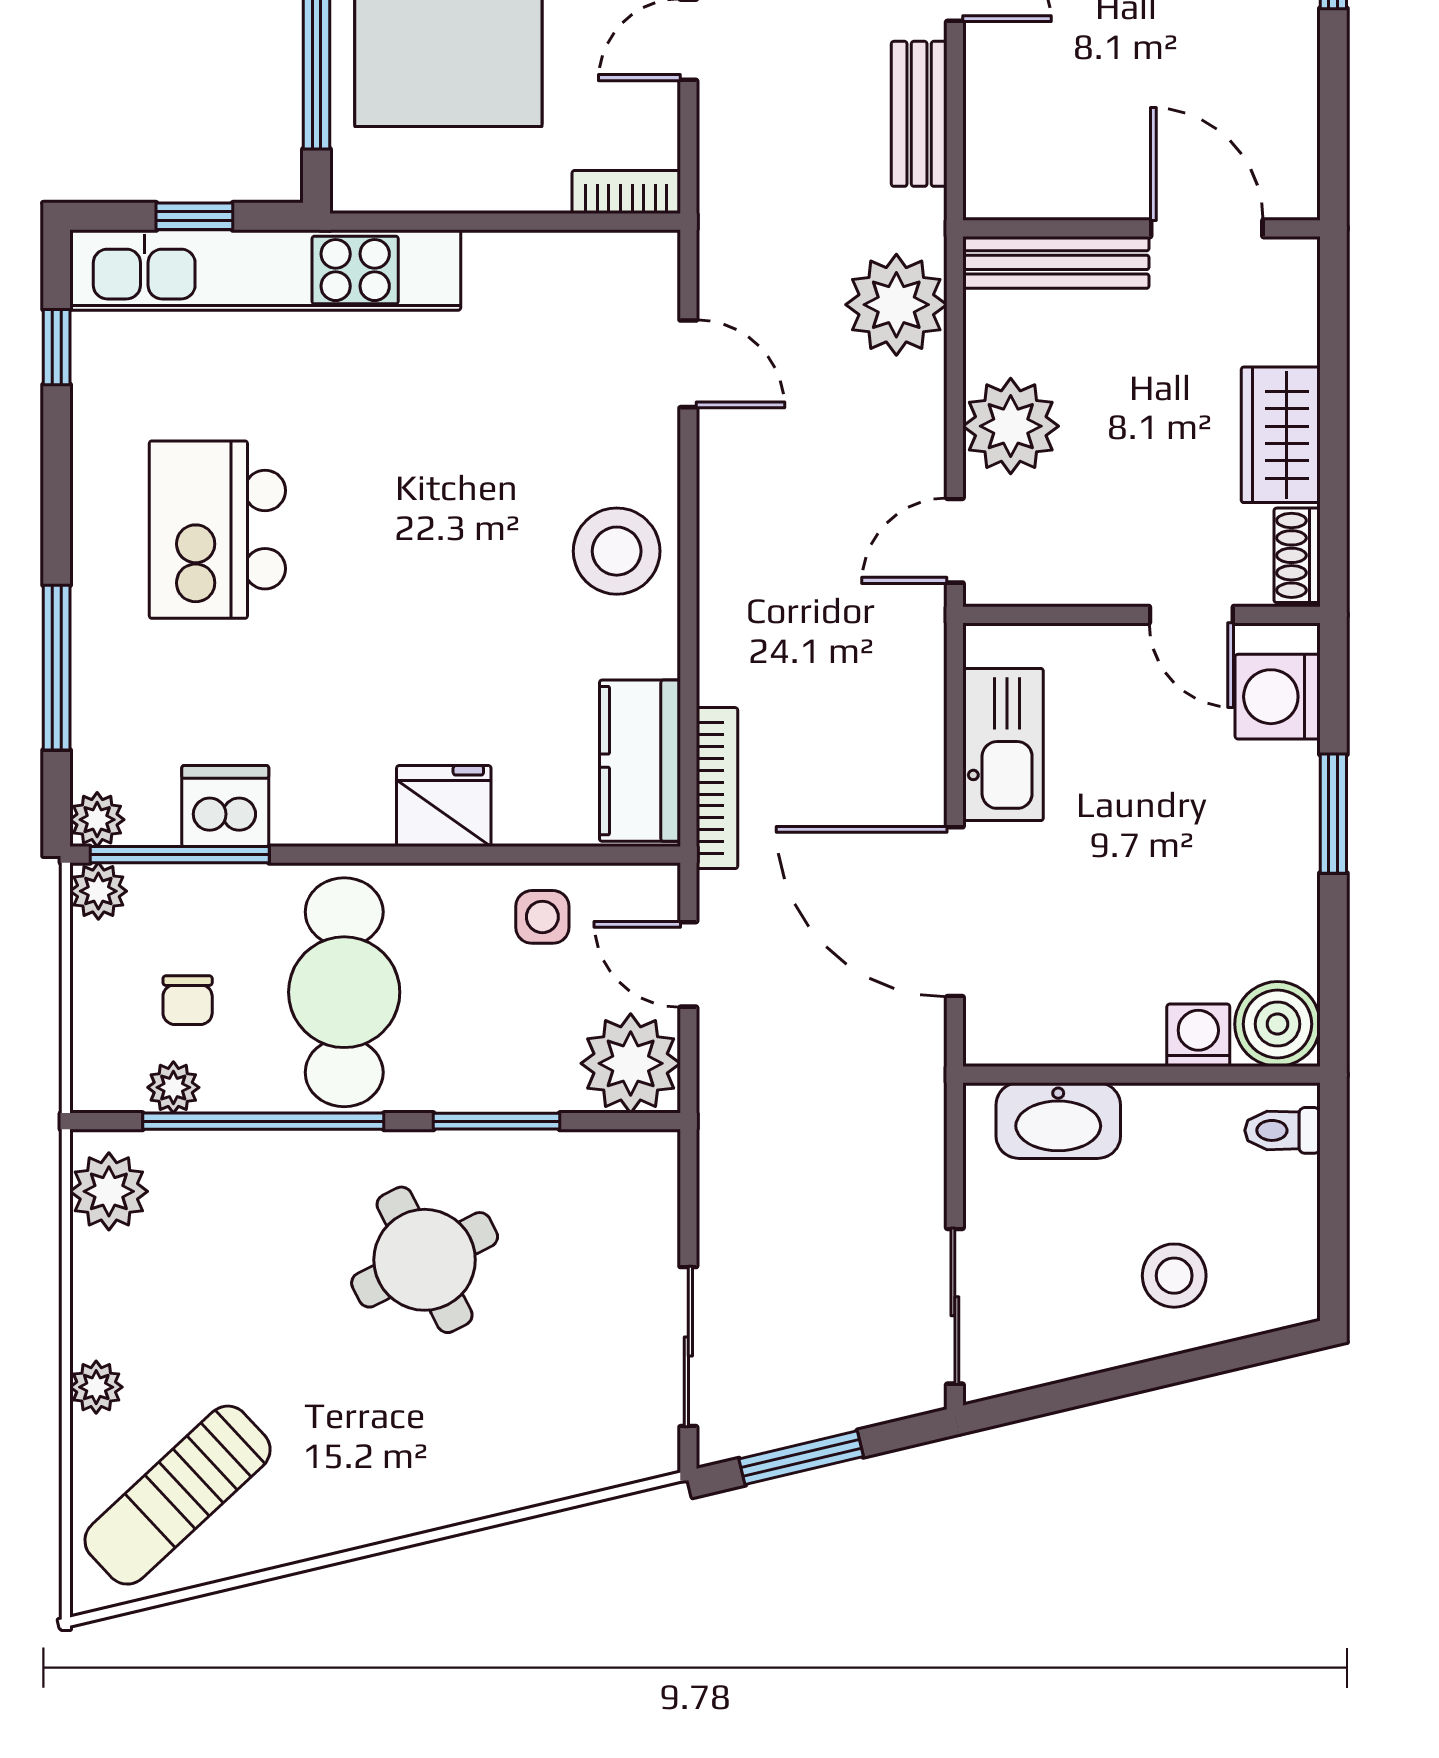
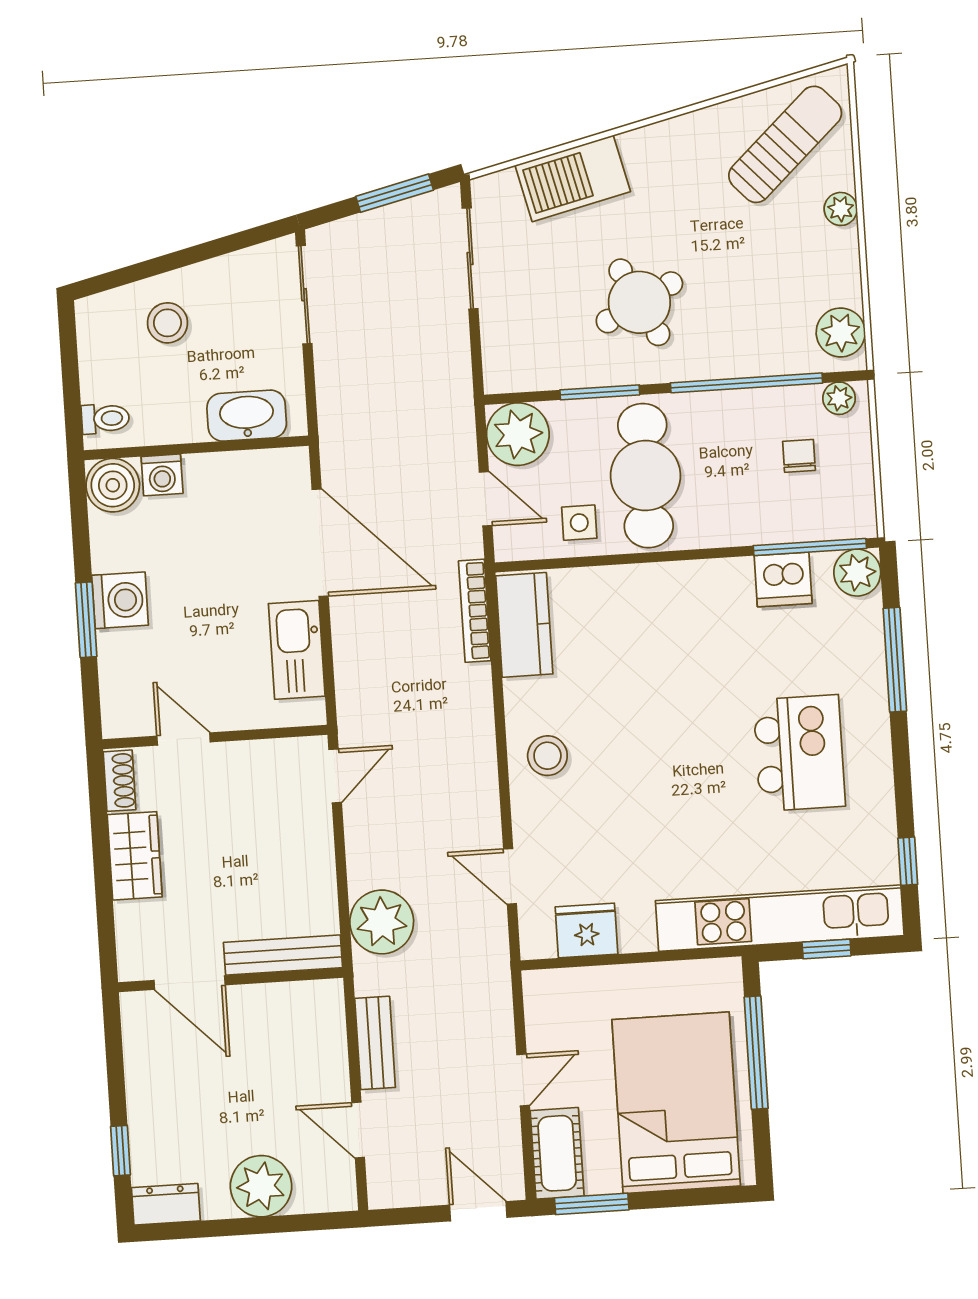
bookcase: (626, 192) -> (556, 982), removed
plant: (1011, 426) -> (305, 850), removed
stool: (617, 551) -> (547, 756), width x0.73, depth x0.73
washing machine: (1278, 697) -> (120, 600), moved
fridge: (444, 806) -> (586, 930), moved, turned 180
plant: (97, 820) -> (857, 573), width x1.38, depth x1.38
plant: (98, 891) -> (859, 521), removed
cafe table: (344, 992) -> (645, 476), moved
plant: (173, 1087) -> (839, 398), moved
barbecue: (518, 1463) -> (573, 178), added

